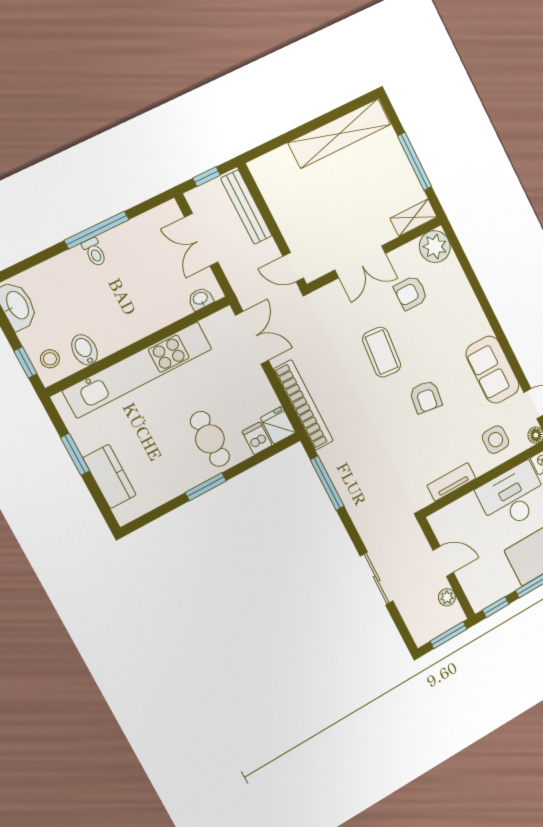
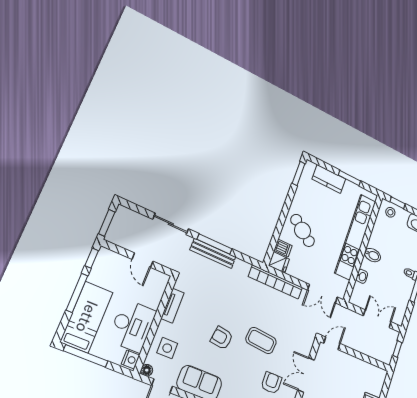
bench: (246, 207) -> (213, 253), moved
washbasin: (200, 299) -> (362, 276), moved
bidet: (84, 350) -> (373, 255), moved
cafe table: (210, 439) -> (303, 230), turned 36
window: (327, 483) -> (215, 244), moved
window: (206, 487) -> (299, 173), moved
door: (443, 561) -> (142, 260), hinge flipped
plant: (447, 597) -> (124, 243), removed

